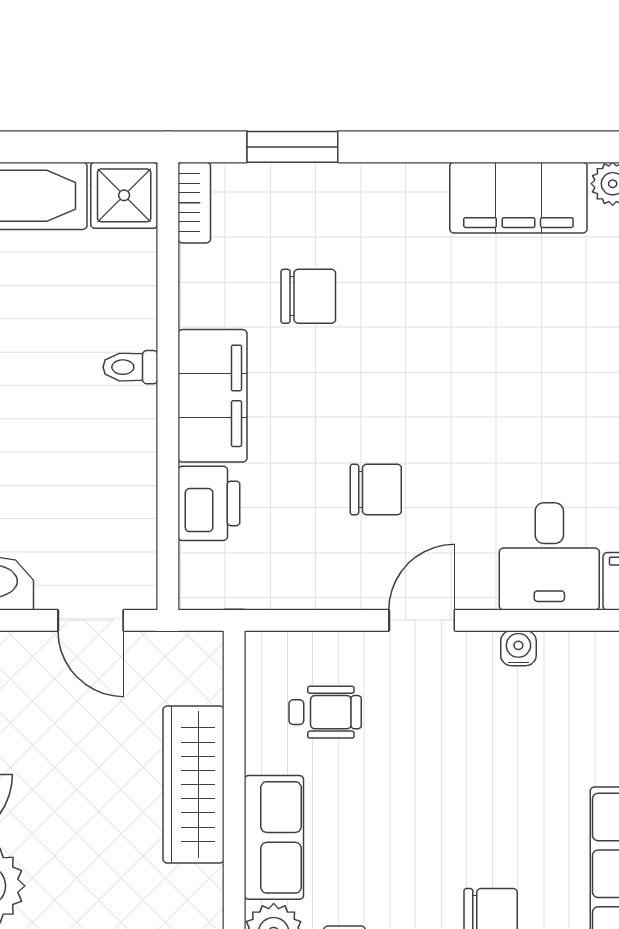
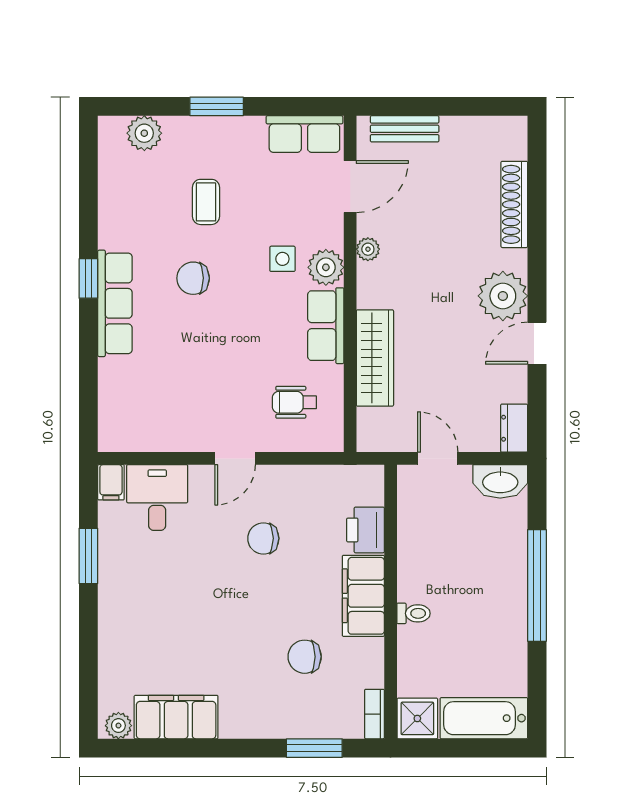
water cooler: (518, 648) -> (176, 441), removed

